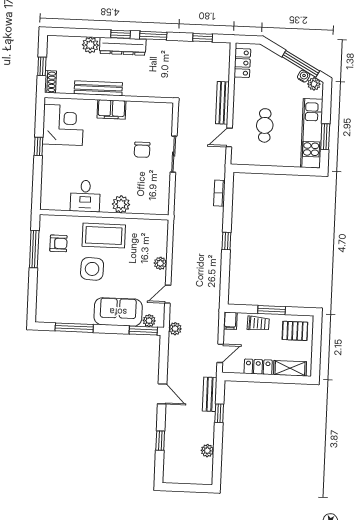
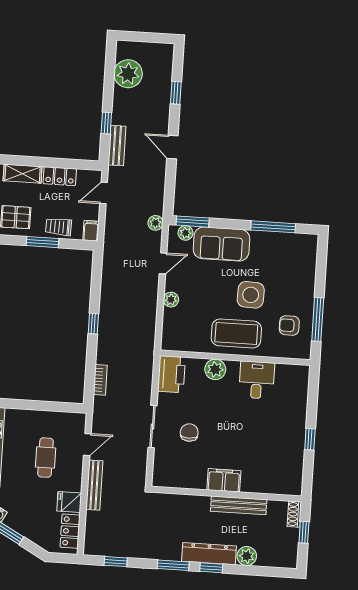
fridge: (244, 88) -> (69, 502), added
corner desk: (63, 125) -> (281, 463), removed
printer: (158, 199) -> (171, 374), added
plant: (207, 451) -> (128, 74), width x1.88, depth x1.88

